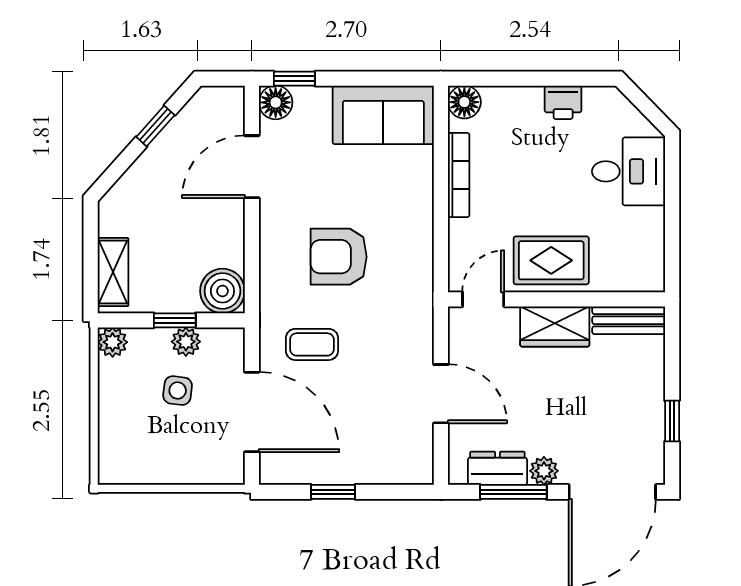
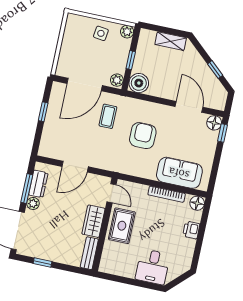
printer: (563, 102) -> (191, 230), moved
sofa: (383, 115) -> (179, 173), moved, turned 90
shelving: (113, 272) -> (171, 41), moved
plant: (186, 342) -> (117, 80), moved
side table: (178, 391) -> (101, 33), moved

